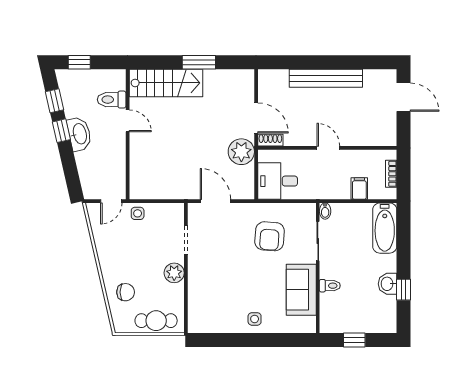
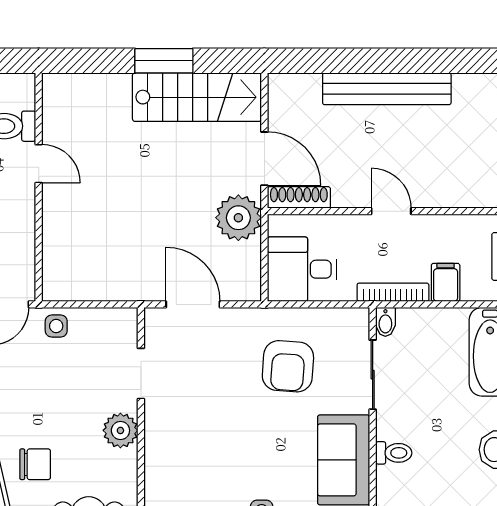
stairs: (166, 83) -> (197, 97), moved
shoe rack: (270, 140) -> (299, 197), width x1.43
bookcase: (329, 194) -> (393, 292), added

